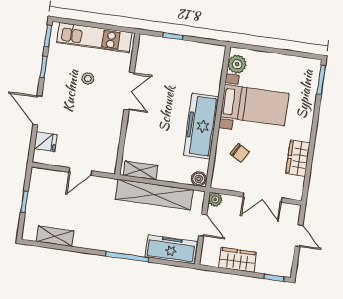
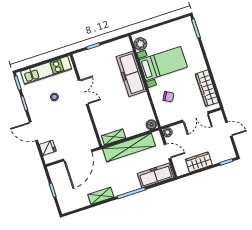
freezer: (201, 126) -> (131, 74), moved
wardrobe: (298, 158) -> (207, 88), width x1.50
door: (80, 171) -> (78, 155), width x1.87
shelving: (55, 236) -> (101, 196), moved

